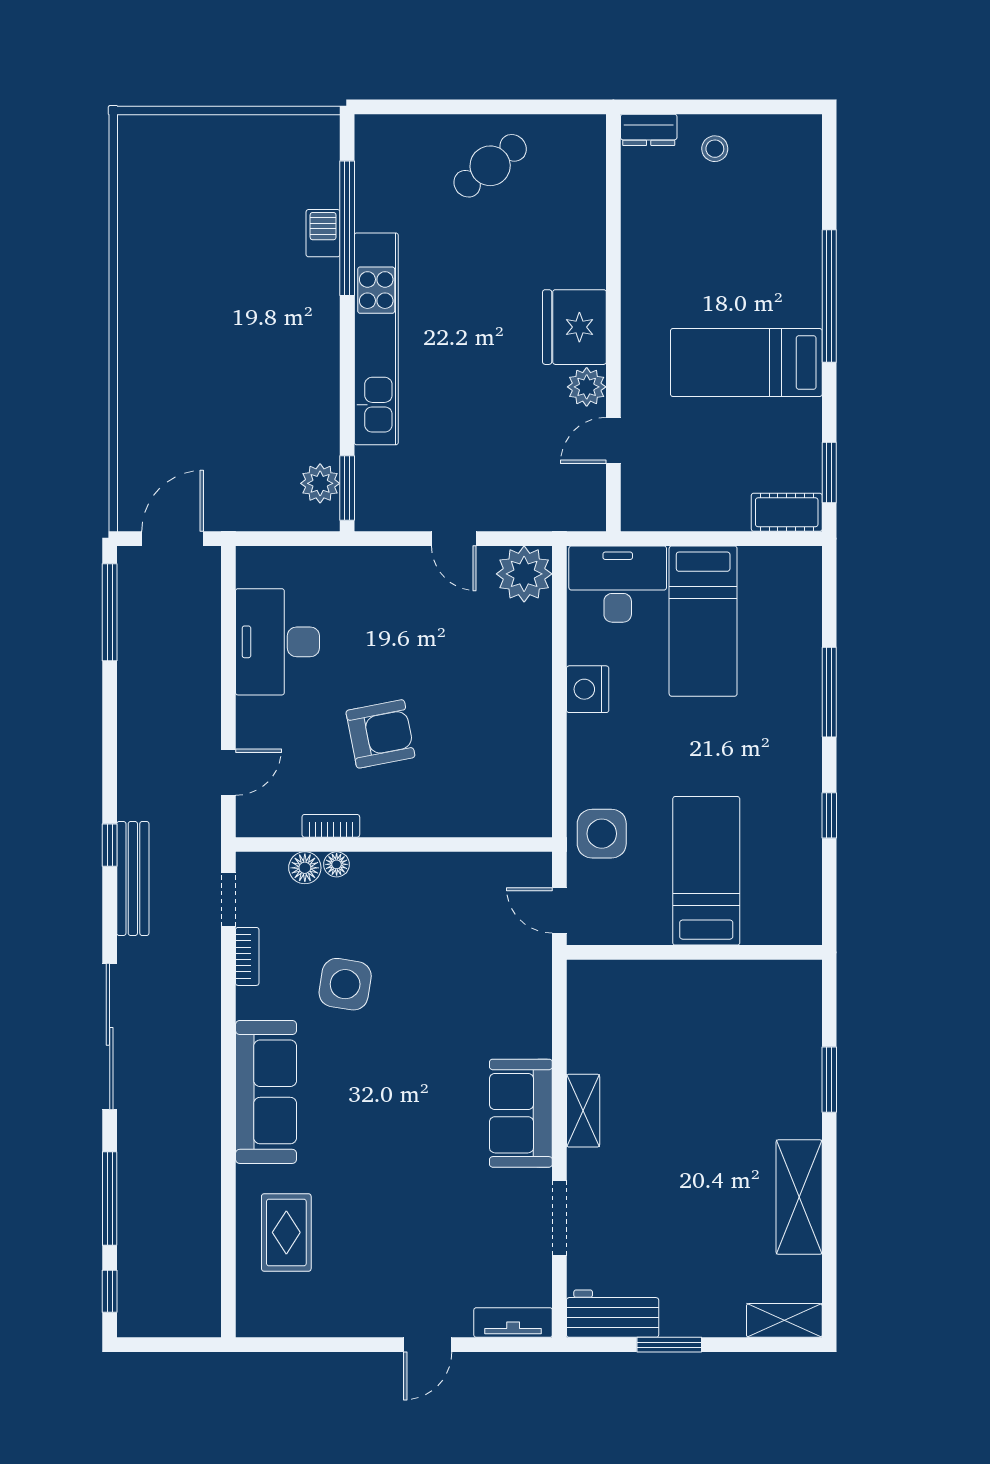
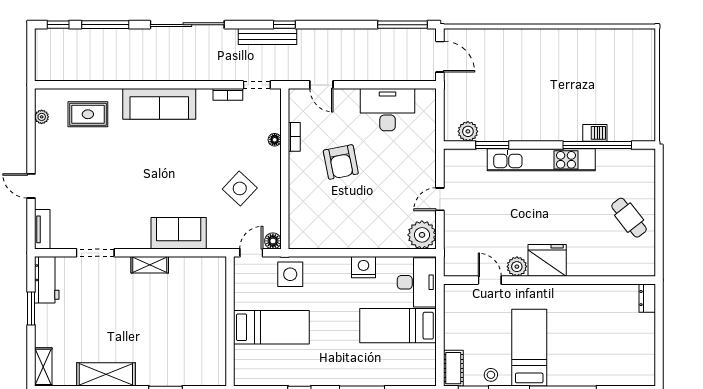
stool: (715, 149) -> (491, 375), moved
window: (347, 488) -> (492, 145), moved
floor lamp: (305, 868) -> (273, 241), moved
side table: (345, 984) -> (240, 188), moved, turned 34
sofa: (521, 1113) -> (179, 233), moved
plant: (292, 1324) -> (42, 117), added

